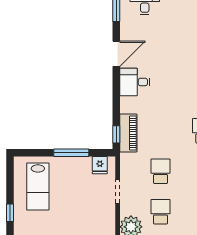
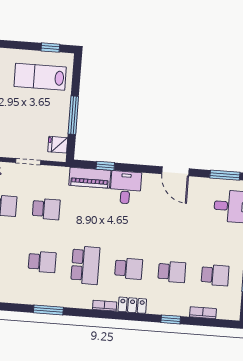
desk: (135, 82) -> (126, 187), moved
window: (116, 134) -> (105, 166), moved
window: (10, 213) -> (50, 48), moved

